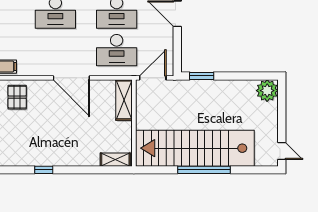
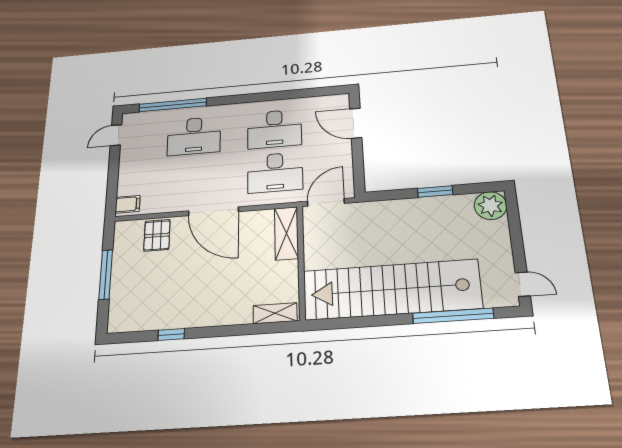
window: (202, 76) -> (435, 191), moved
pallet: (17, 97) -> (157, 235), moved
window: (204, 170) -> (453, 316), moved

